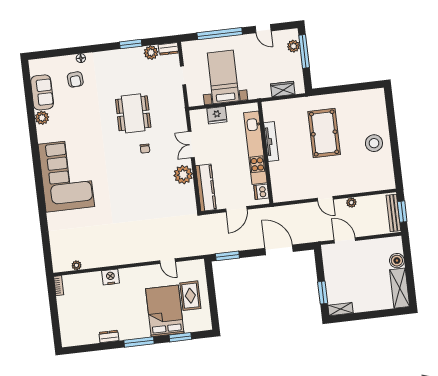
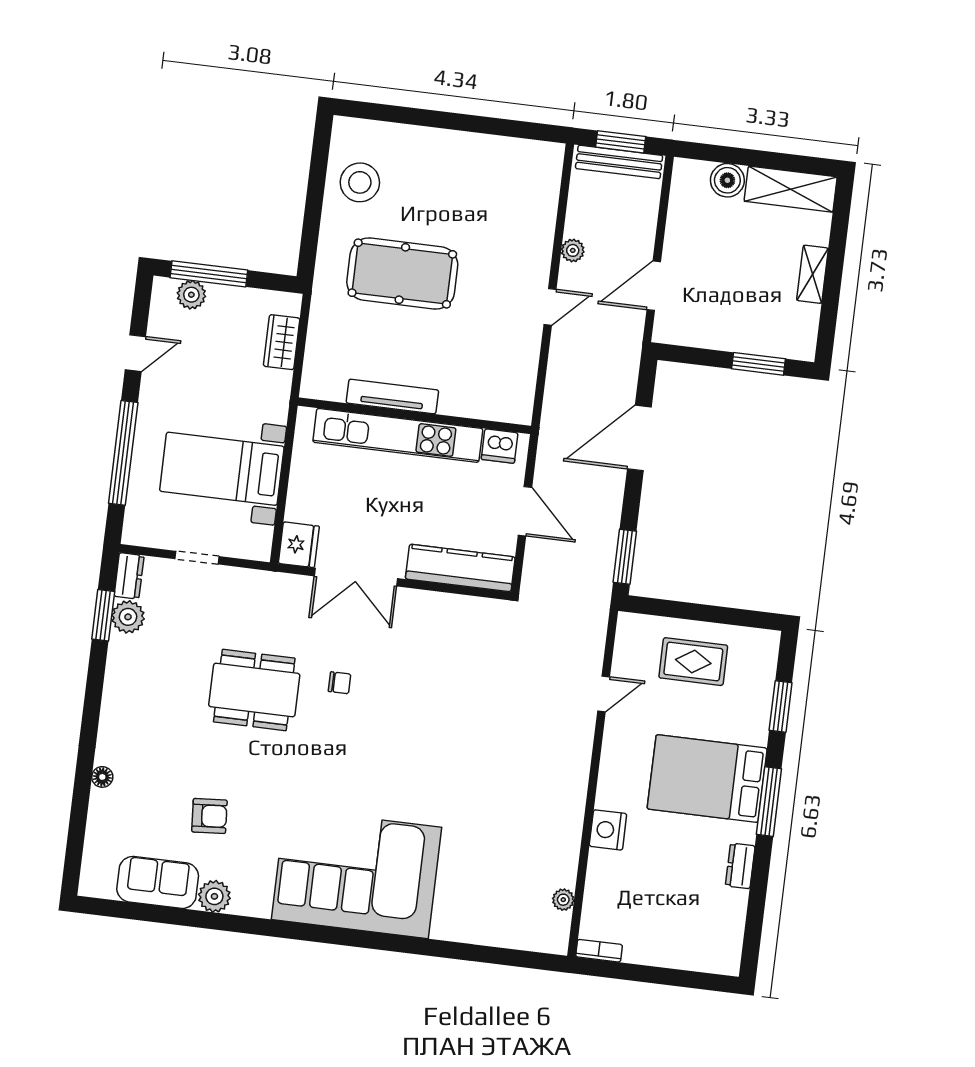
window: (131, 44) -> (103, 615), moved
armchair: (75, 79) -> (209, 816), moved
fridge: (217, 115) -> (299, 545), moved
stool: (374, 143) -> (360, 182), moved
double door: (191, 145) -> (356, 577), width x1.37
plant: (183, 175) -> (419, 611), removed
shelving: (340, 309) -> (813, 274), moved
bed: (165, 311) -> (707, 779), moved

